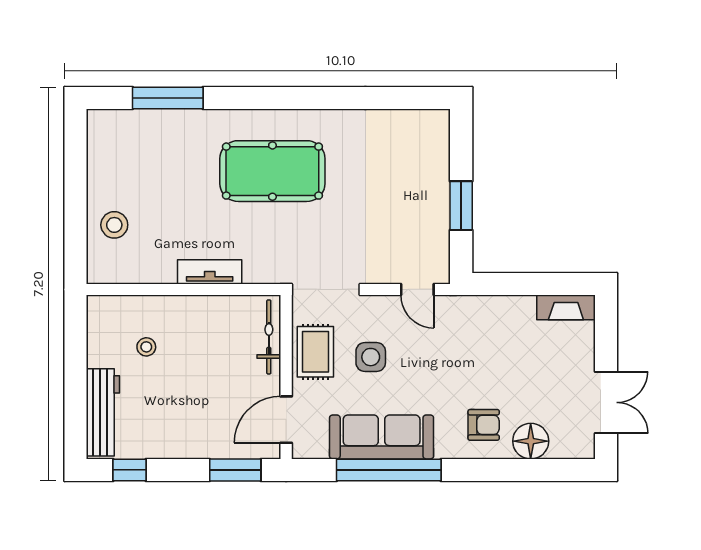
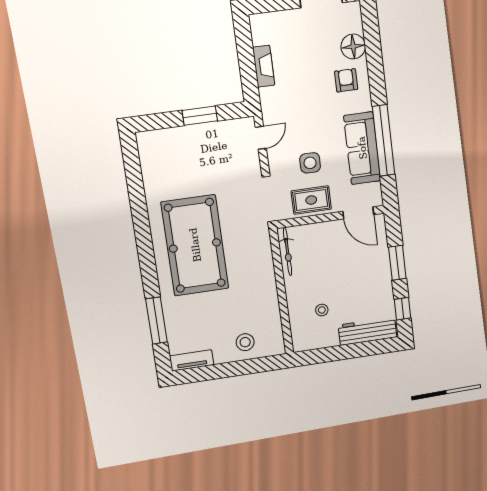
pool table: (272, 171) -> (195, 245), width x1.36, depth x1.32
tv unit: (210, 272) -> (192, 360), moved, turned 90
fireplace: (566, 307) -> (264, 66), moved
bicycle: (269, 337) -> (288, 252), moved, turned -90
window: (235, 470) -> (397, 263), moved

